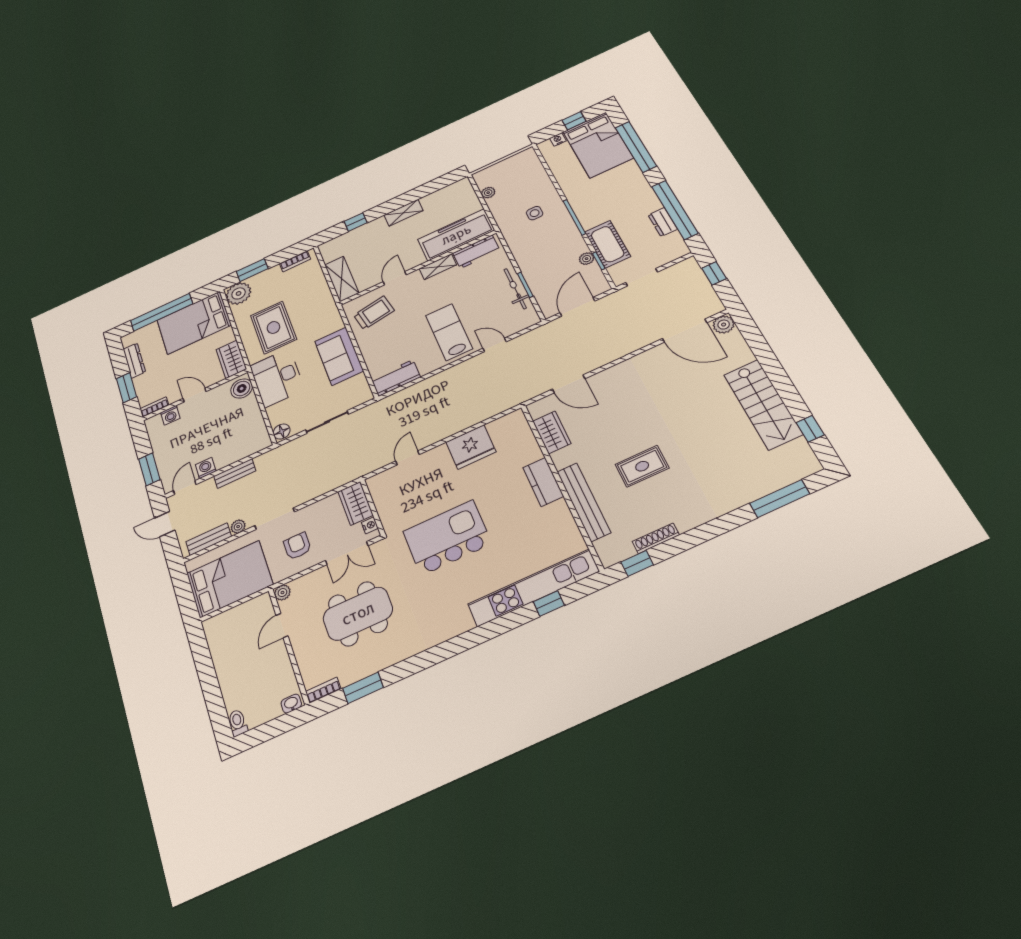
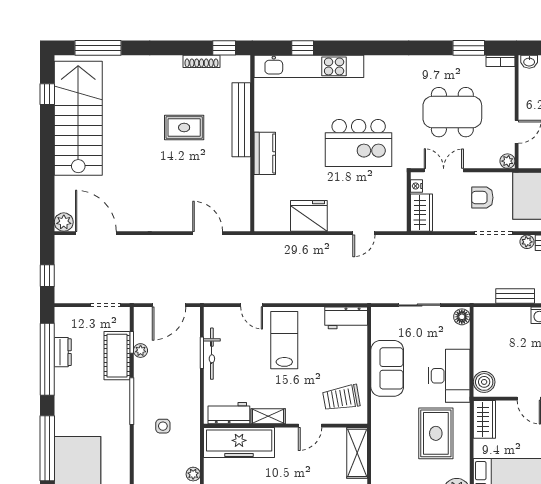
lab bench: (449, 332) -> (284, 340), turned 180
stairs: (763, 404) -> (78, 118), width x1.36, depth x1.51
wardrobe: (552, 432) -> (240, 195), removed
armchair: (297, 546) -> (482, 198), turned 90

